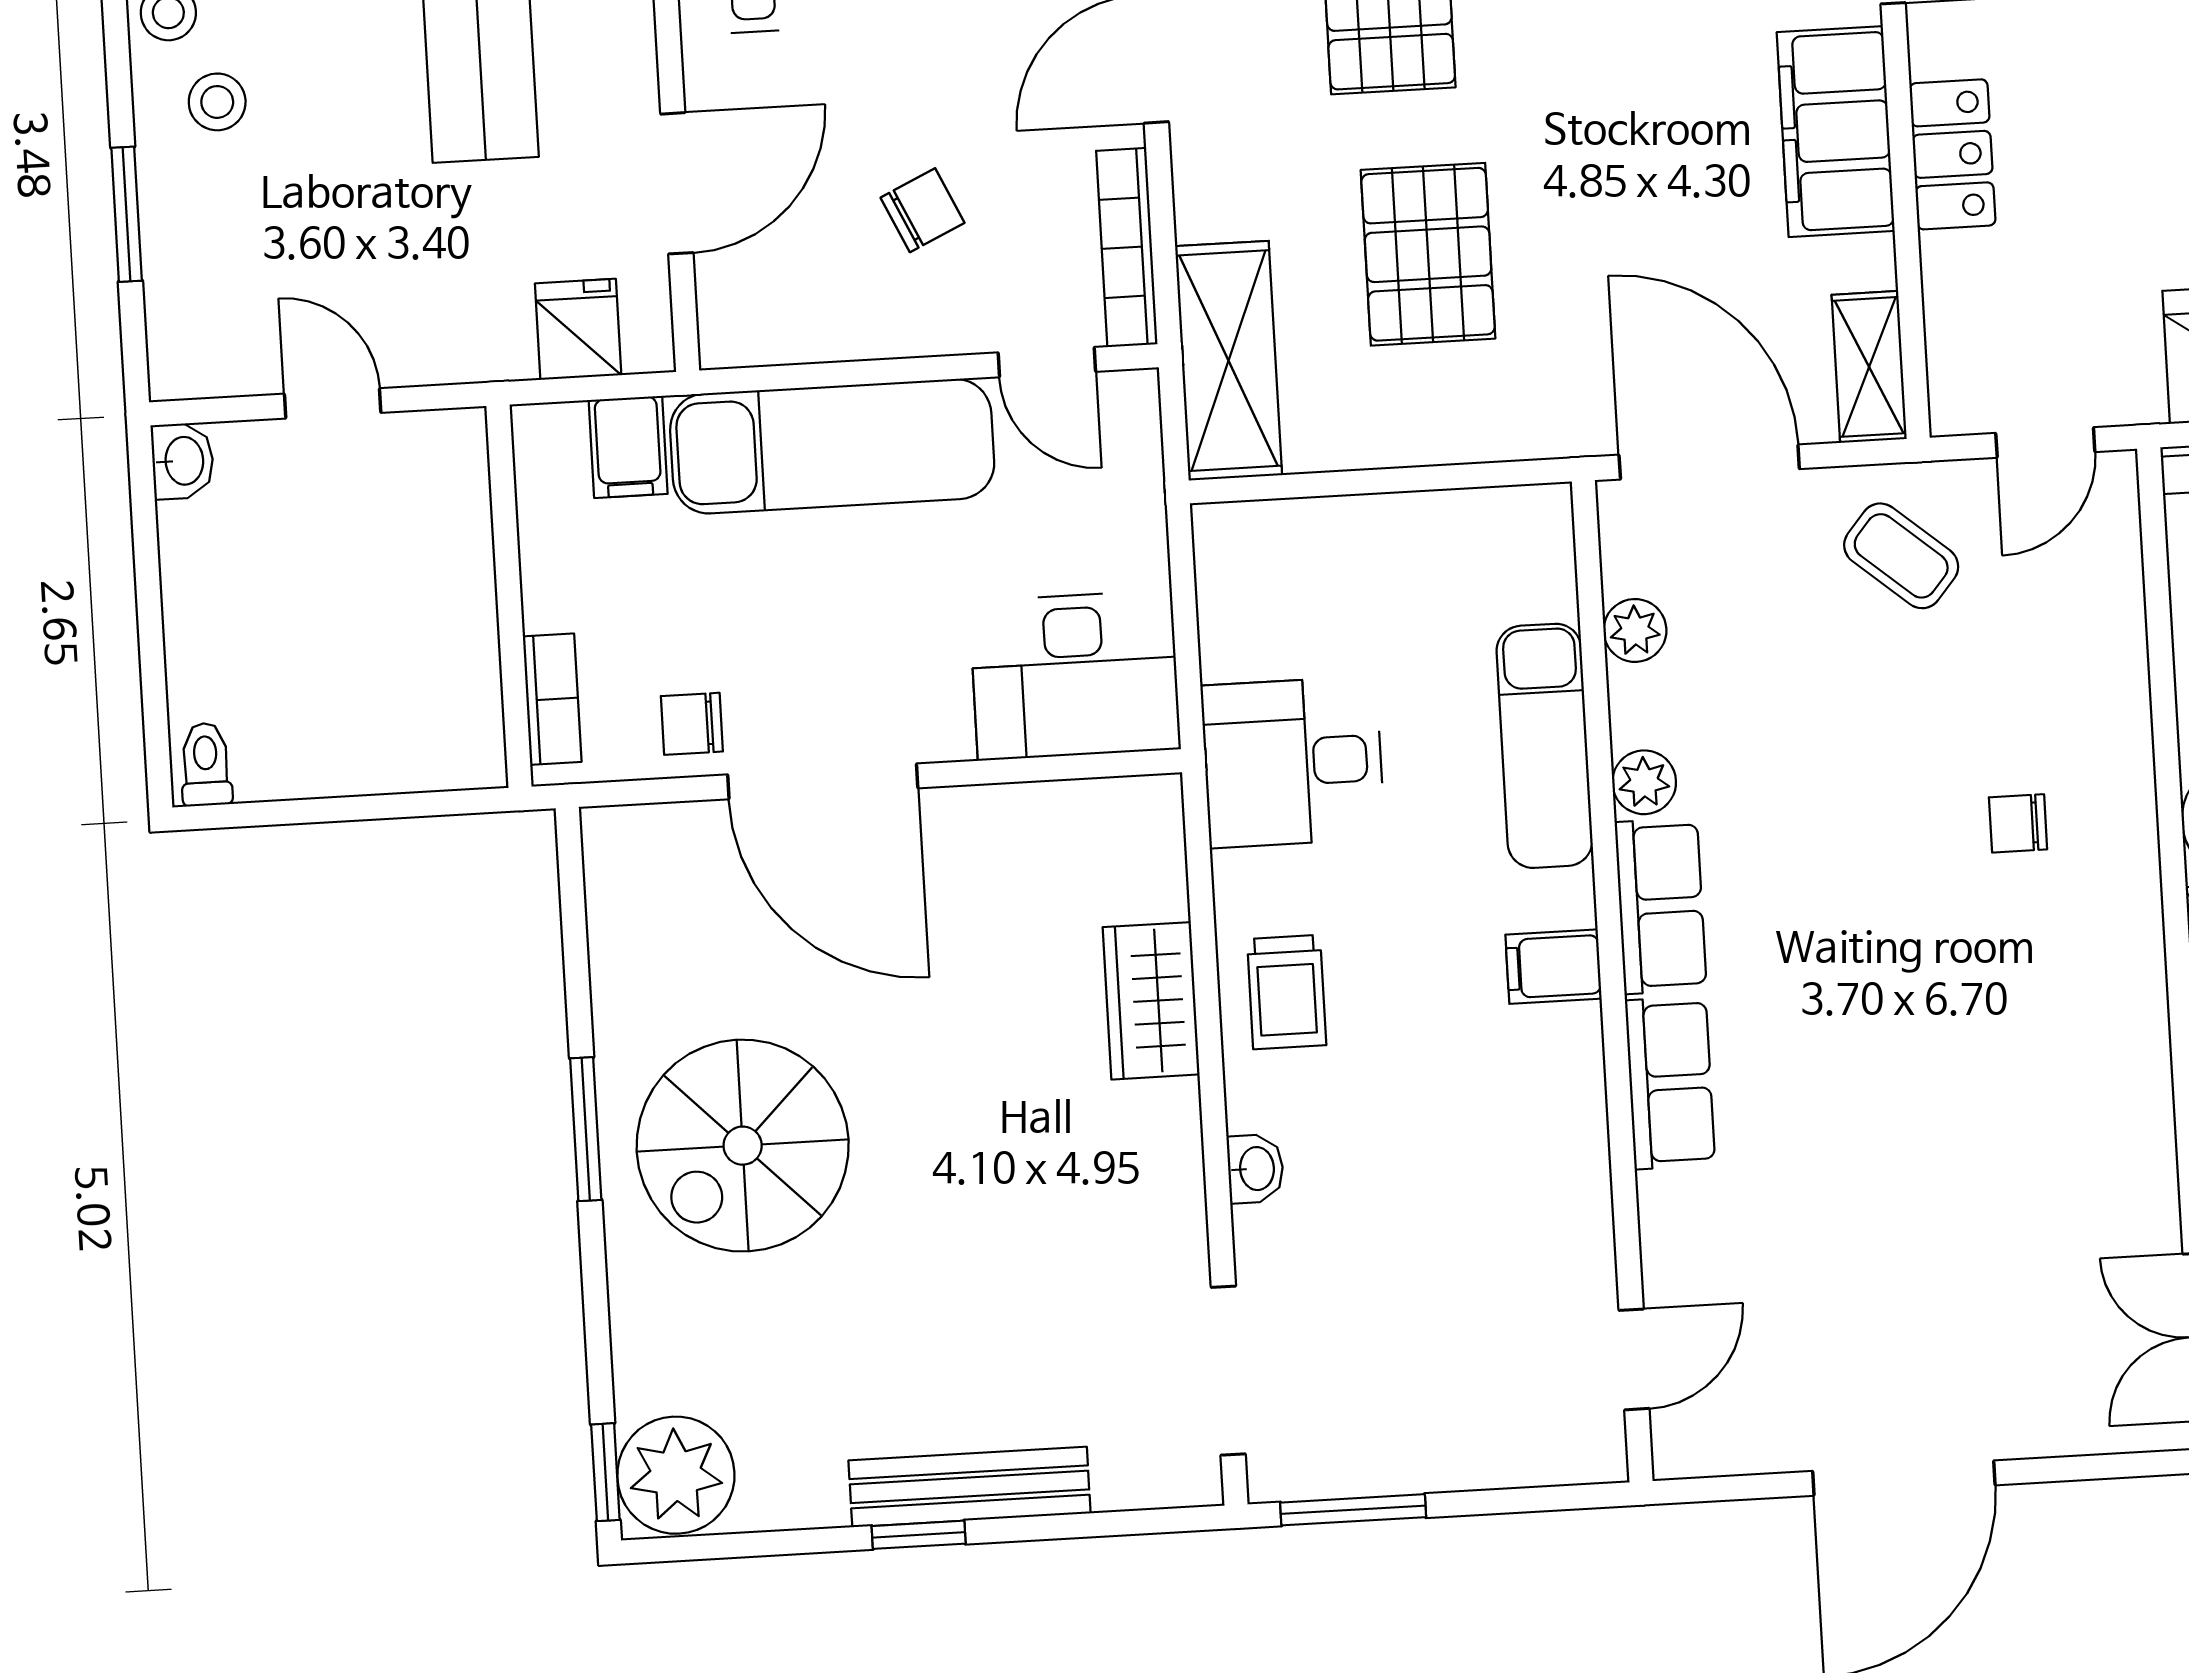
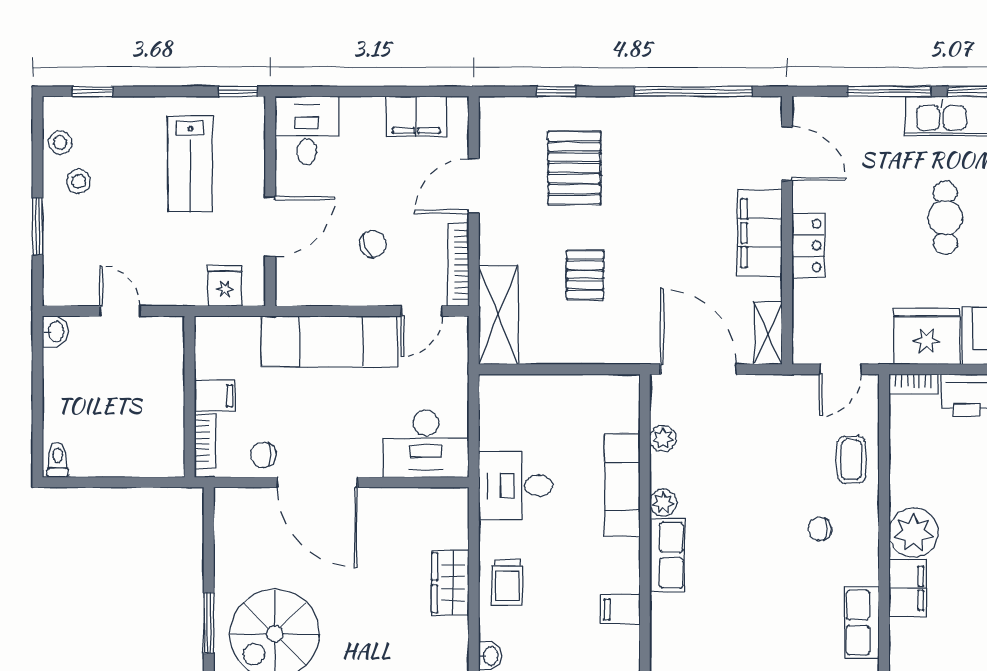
pallet: (1428, 254) -> (585, 275), width x0.67, depth x0.71
door: (1047, 362) -> (422, 311), hinge flipped
filing cabinet: (628, 447) -> (215, 396), moved, turned -90
coffee table: (1901, 556) -> (851, 460), moved, turned 50
filing cabinet: (1553, 967) -> (621, 609), moved
row of seats: (1670, 1083) -> (862, 623), moved, turned 180

